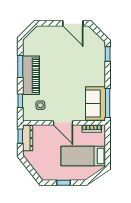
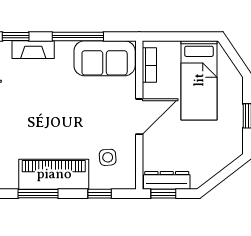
fireplace: (100, 64) -> (33, 50), added
window: (108, 103) -> (78, 36), moved

